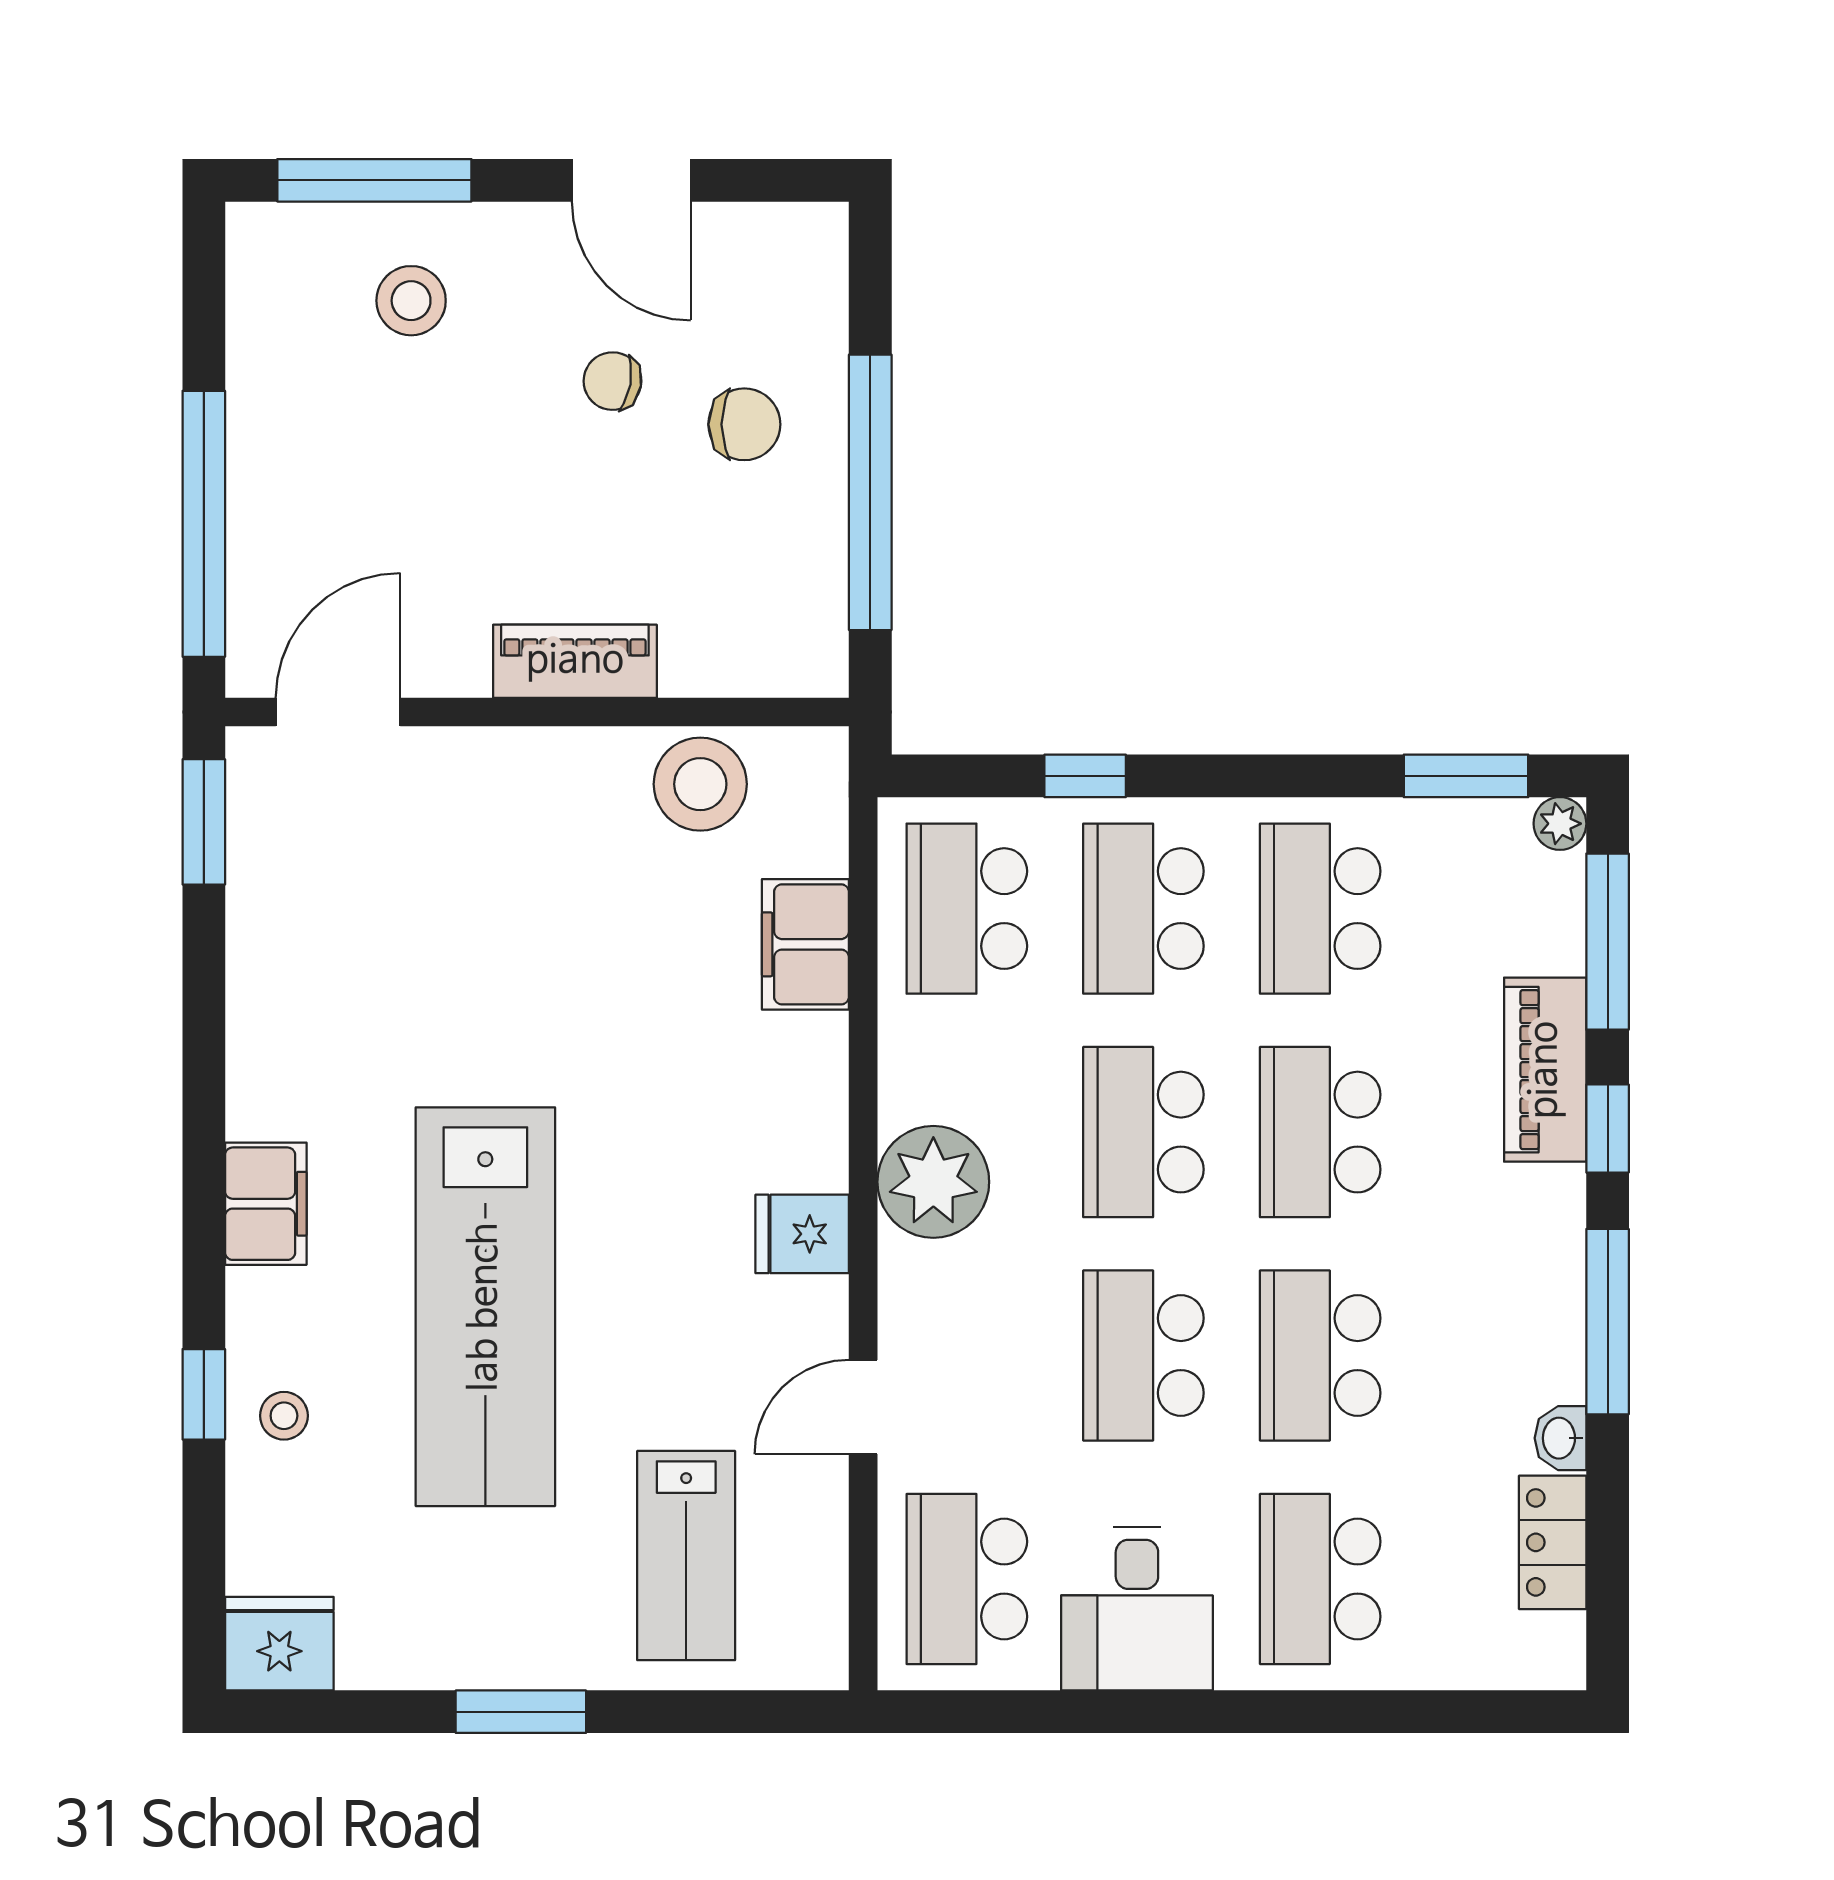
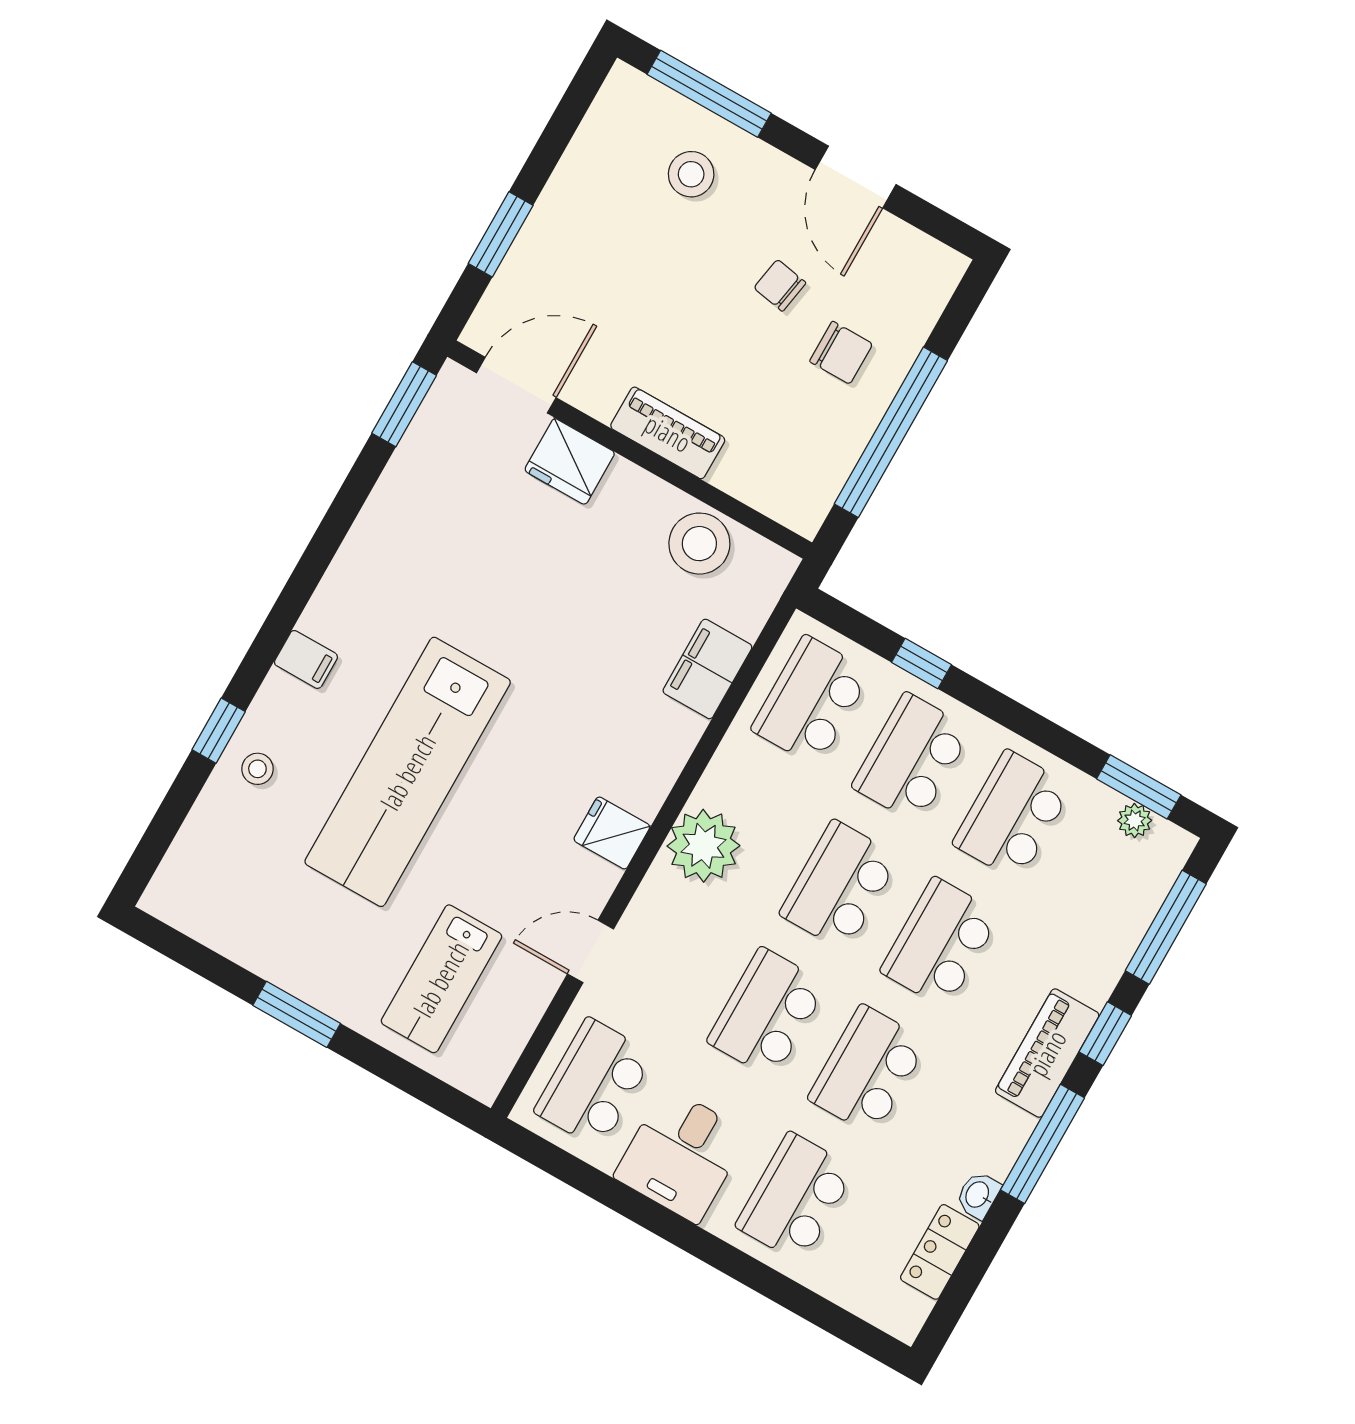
window: (204, 524) -> (501, 234), width x0.47
plant: (1560, 824) -> (1135, 820), moved
piano: (1545, 1070) -> (1047, 1053), moved
filing cabinet: (266, 1204) -> (306, 659), width x0.50
fridge: (279, 1644) -> (570, 461), moved, turned 180

